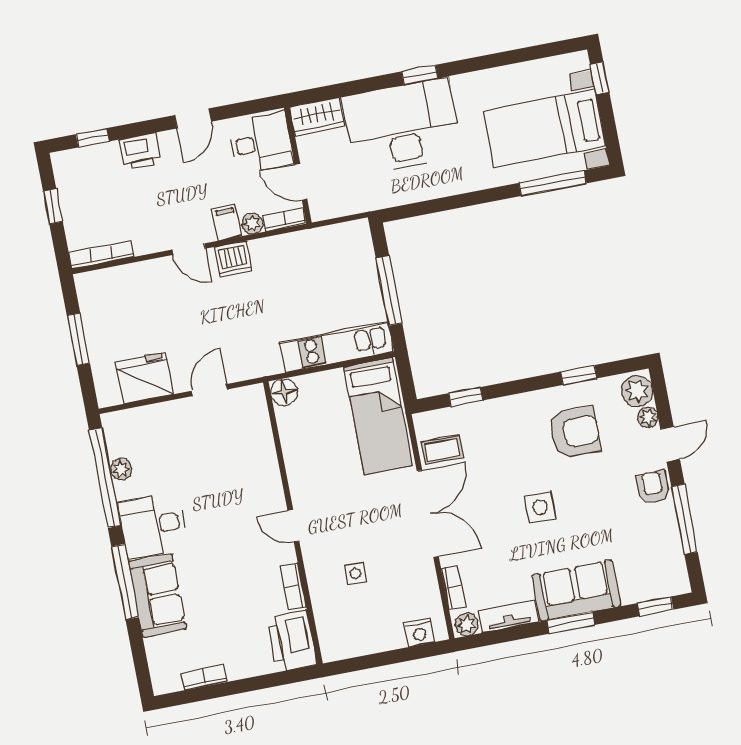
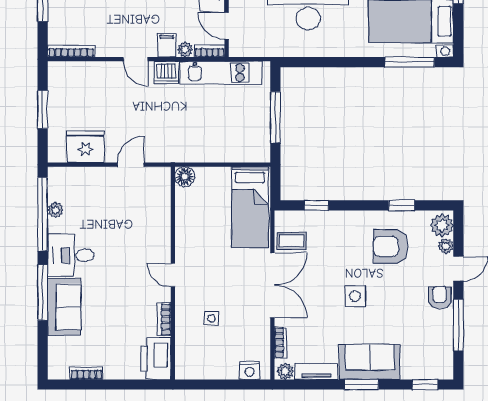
kitchen unit: (337, 347) -> (221, 73), moved, turned 180
armchair: (575, 432) -> (391, 247), turned 180

